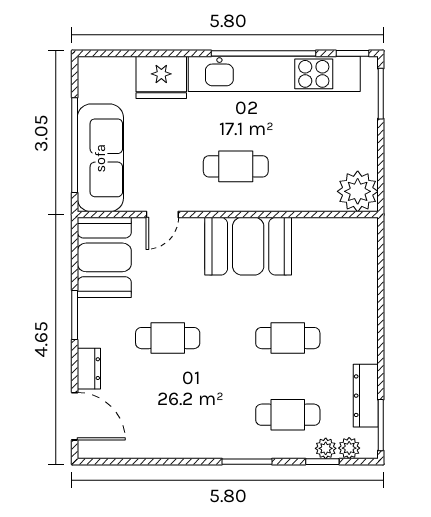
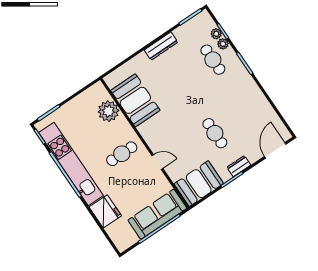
cafe table: (236, 166) -> (122, 154), turned 90
plant: (358, 191) -> (108, 111), moved
door: (162, 215) -> (157, 162), moved
booth: (248, 246) -> (135, 100), moved
cafe table: (288, 338) -> (180, 82), removed
dresser: (89, 369) -> (239, 166), moved
dresser: (366, 396) -> (161, 46), moved
plant: (349, 448) -> (223, 44), moved

